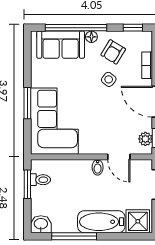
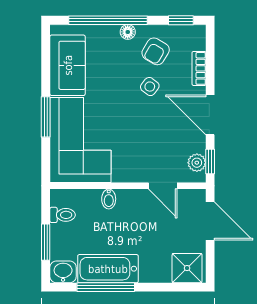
sofa: (61, 45) -> (68, 65), moved, turned -90
bidet: (98, 167) -> (109, 199), moved
window: (27, 184) -> (46, 242), moved
bathtub: (101, 222) -> (108, 269), moved

